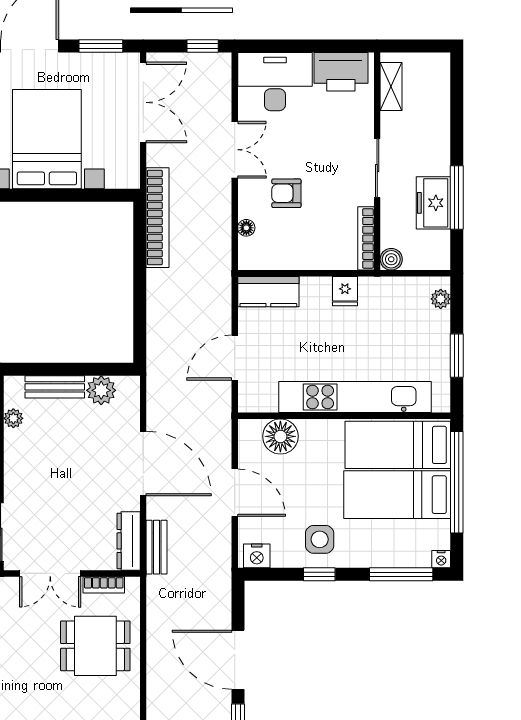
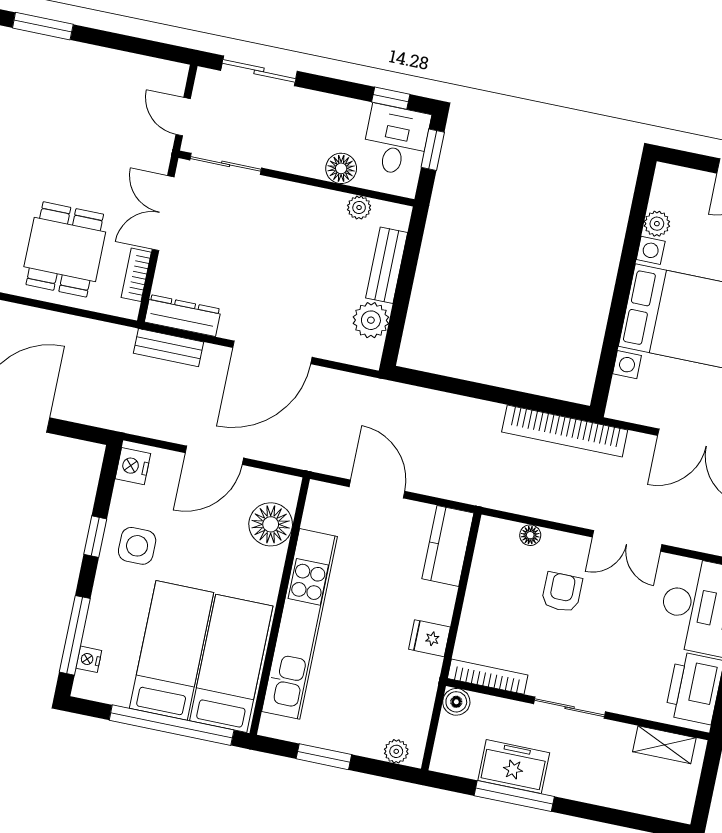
nightstand: (441, 559) -> (89, 659), moved

